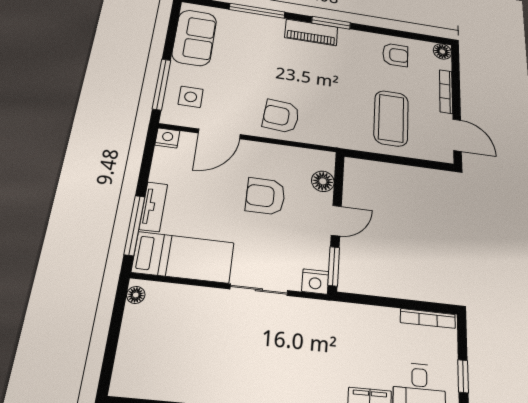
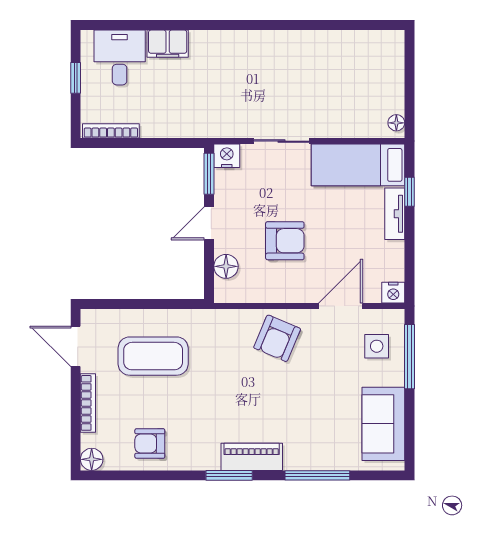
armchair: (281, 116) -> (277, 338), turned 108
coffee table: (391, 118) -> (153, 356), turned 90
window: (135, 225) -> (409, 192), width x0.46

